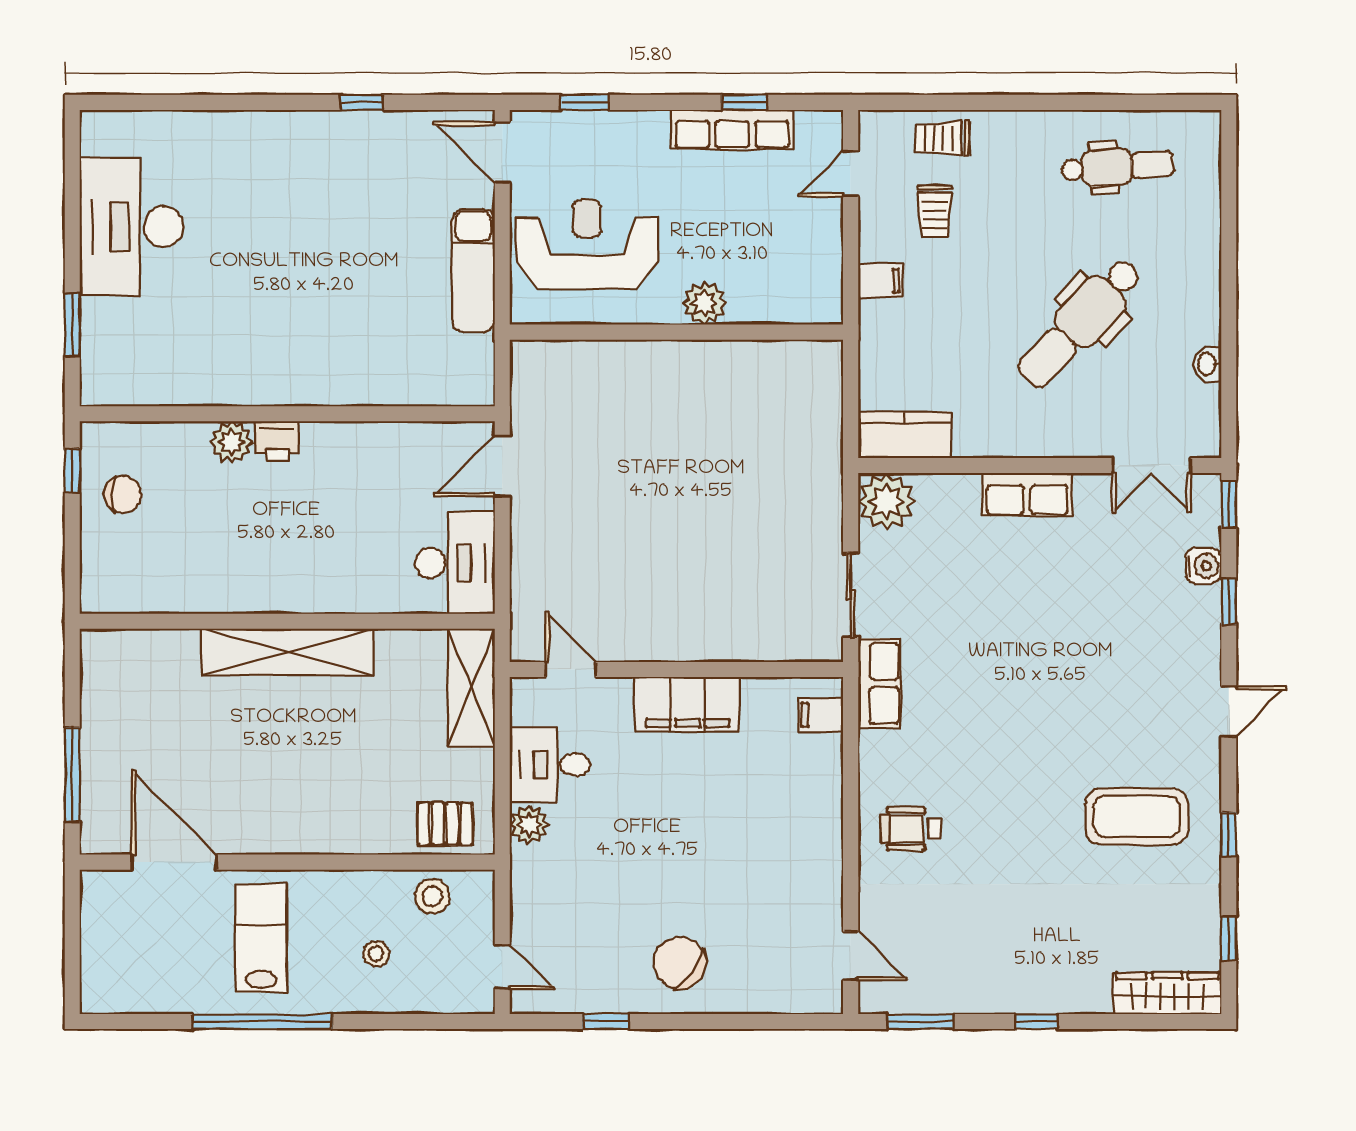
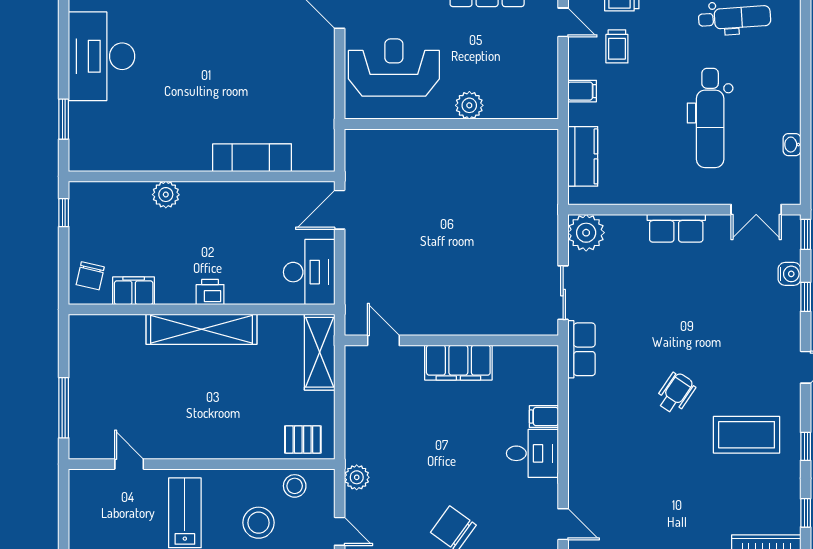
door: (851, 174) -> (563, 22), swing flipped
exam couch: (473, 271) -> (252, 158), moved, turned 90
dental chair: (1080, 323) -> (710, 118), turned -43
kitchen counter: (905, 435) -> (583, 156), moved, turned 90
printer: (277, 441) -> (210, 292), moved, turned 180
chair: (123, 494) -> (90, 276), moved, turned 103
filing cabinet: (181, 592) -> (134, 291), added
filing cabinet: (821, 715) -> (544, 417), moved
desk: (550, 765) -> (532, 453), moved, turned 180
plant: (529, 825) -> (357, 477), moved
wheelchair: (911, 829) -> (676, 393), moved, turned 124
door: (174, 862) -> (129, 464), width x0.53
stool: (376, 954) -> (259, 523), width x1.89, depth x1.89

